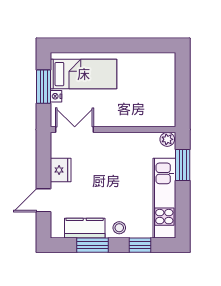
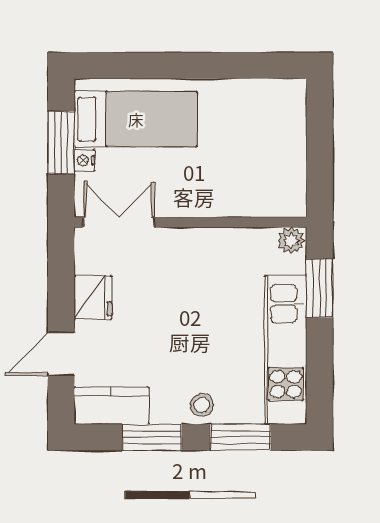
kitchen counter: (85, 228) -> (111, 406), moved
window: (140, 245) -> (240, 437), width x1.50

